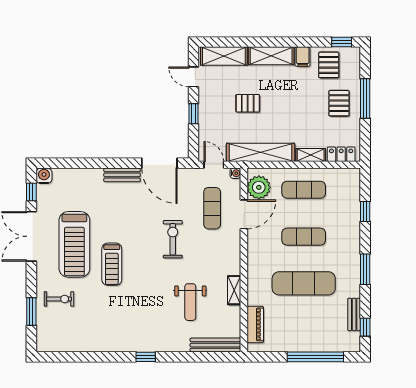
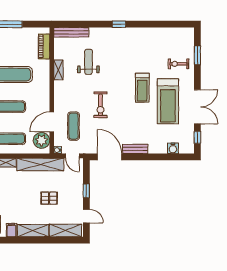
water cooler: (44, 176) -> (173, 148), moved
treadmill: (74, 244) -> (168, 101), turned 180
treadmill: (112, 264) -> (142, 88), turned 180

